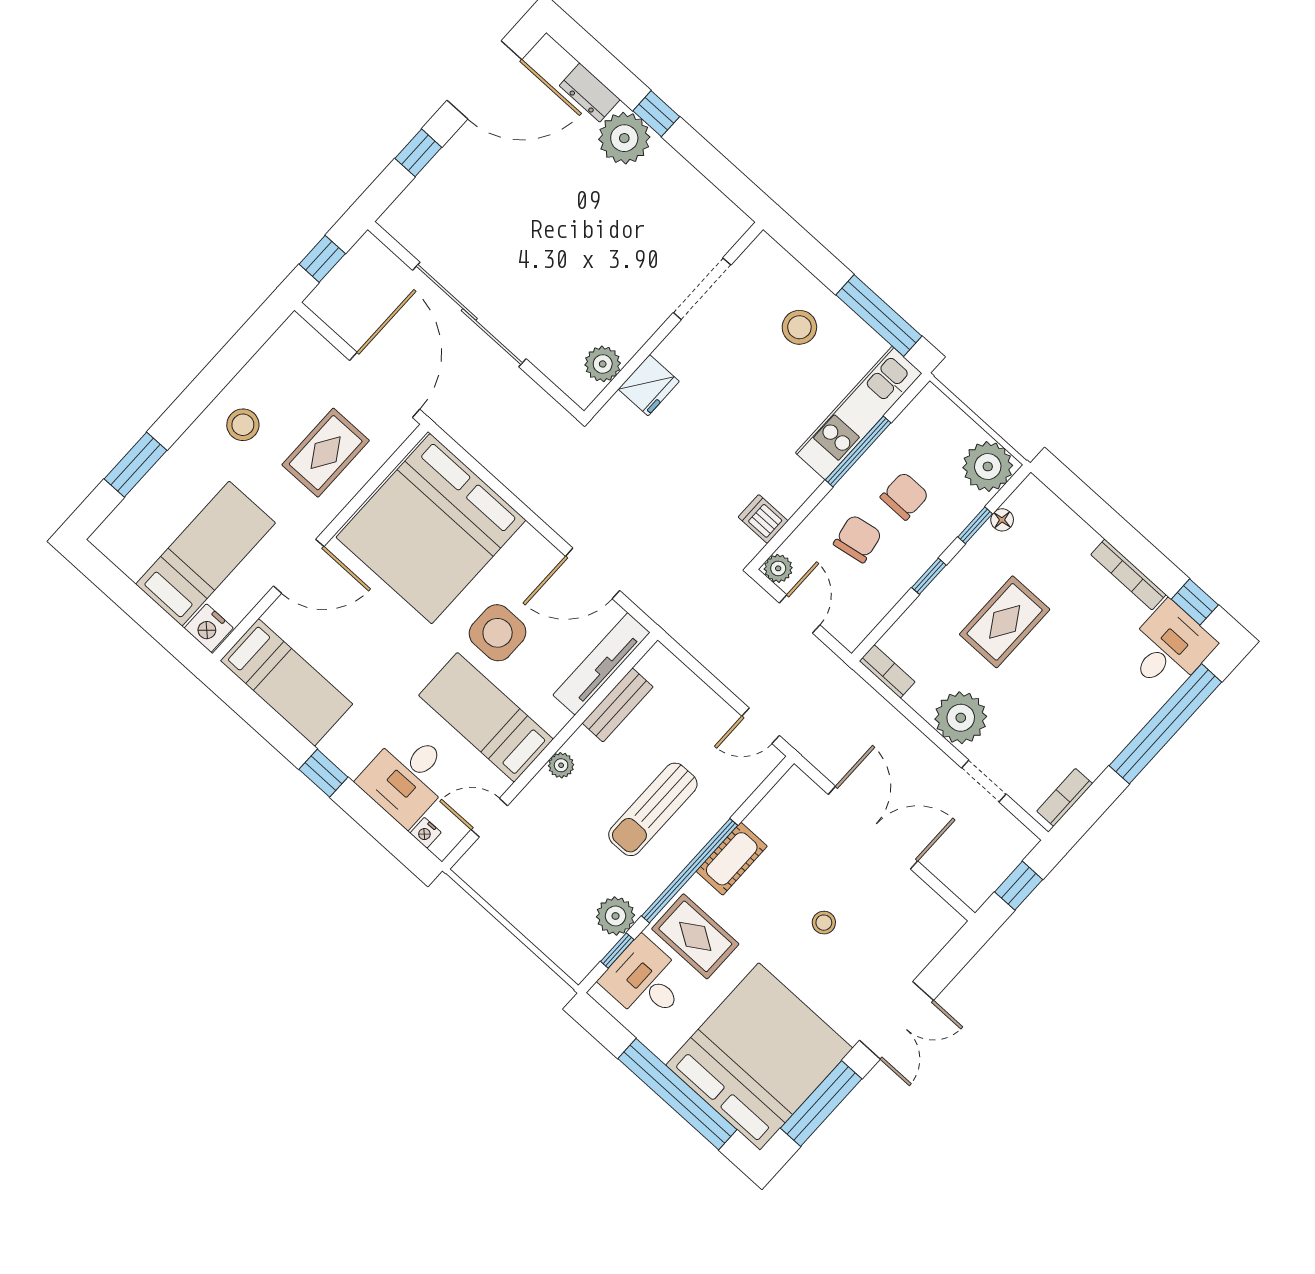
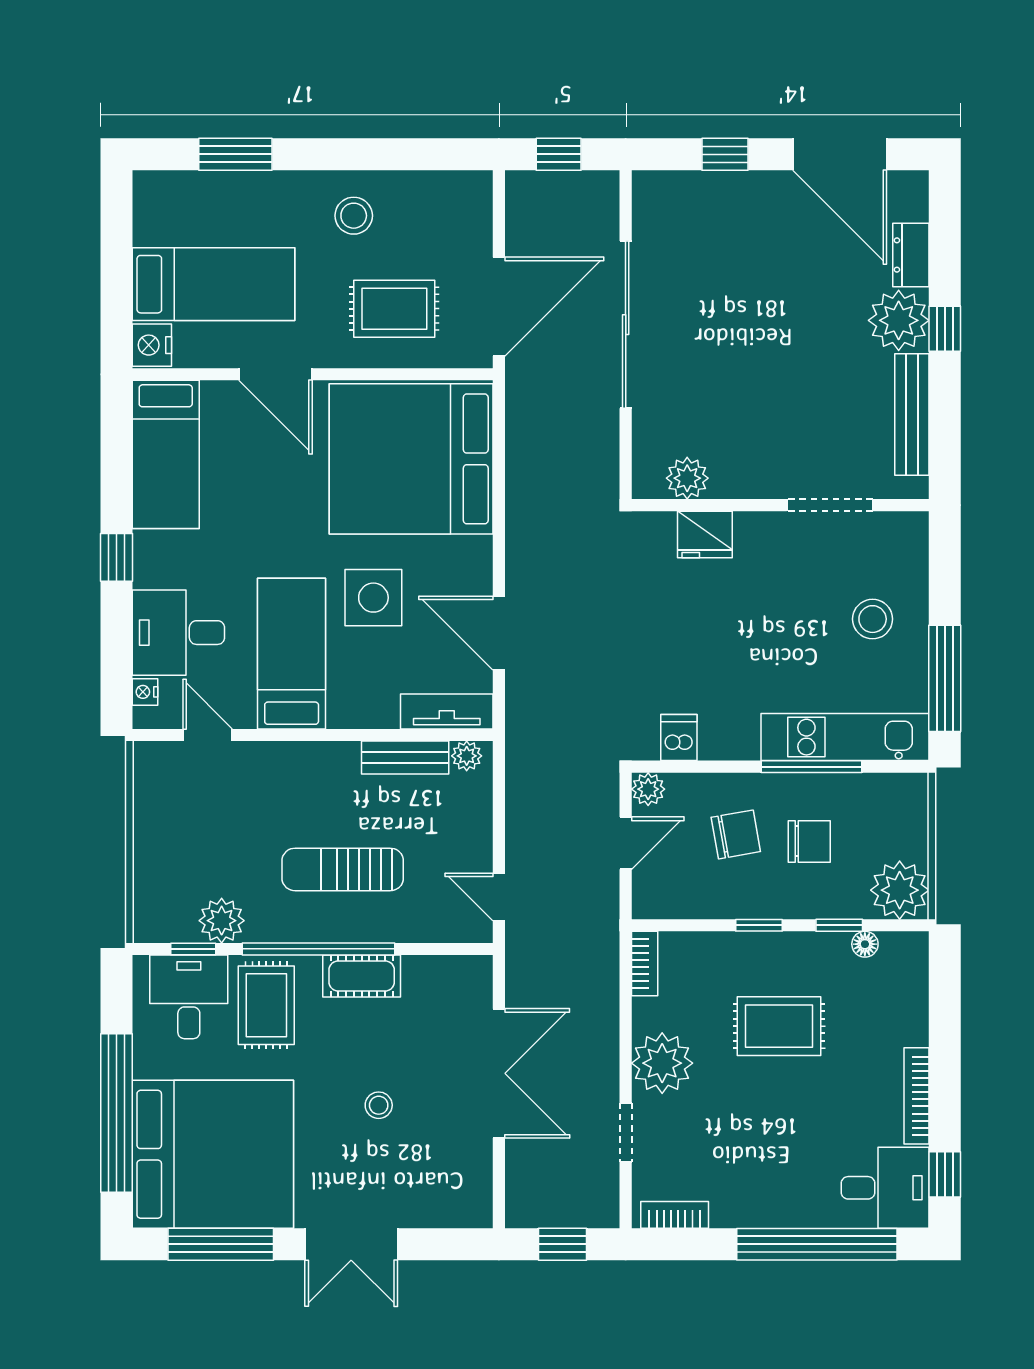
bench: (692, 184) -> (912, 415), added
tv unit: (601, 664) -> (447, 711), width x0.71
plant: (561, 765) -> (467, 756), moved

